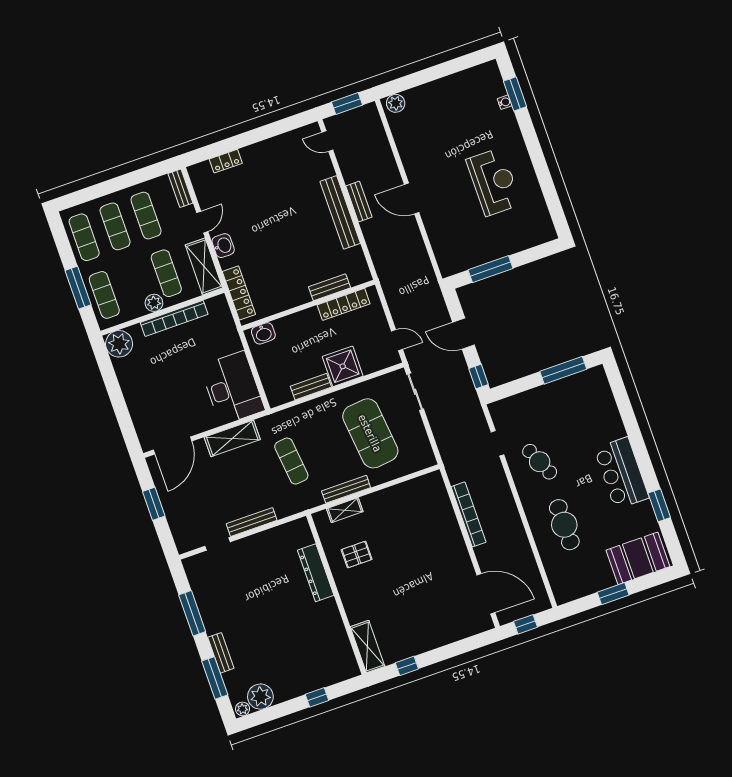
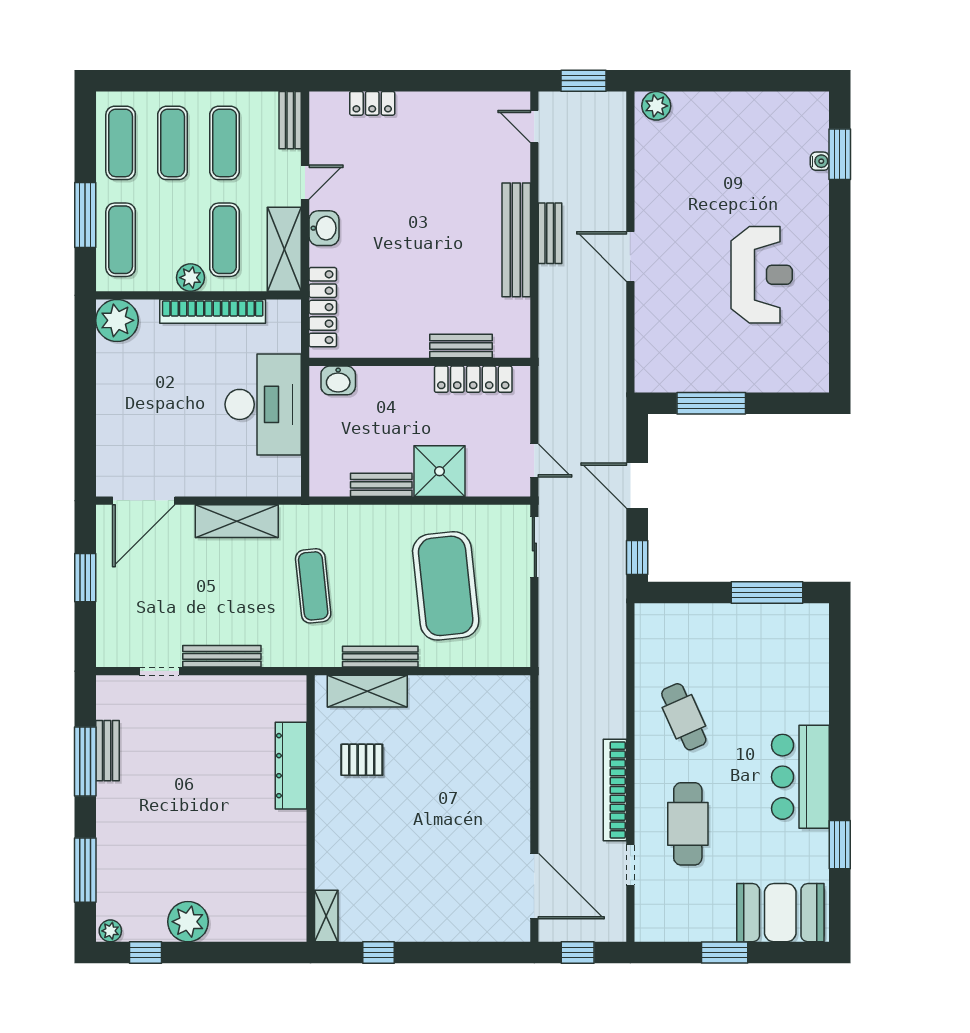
desk: (232, 388) -> (263, 404), moved
doorway: (497, 443) -> (630, 865), moved
shelving: (345, 510) -> (367, 691), width x1.50, depth x1.33
bookcase: (469, 514) -> (615, 790), moved, turned 180
shelving: (368, 647) -> (326, 916), width x0.67, depth x0.75
bench: (221, 653) -> (107, 751), moved
plant: (260, 697) -> (188, 922), moved
window: (317, 697) -> (146, 952), moved

